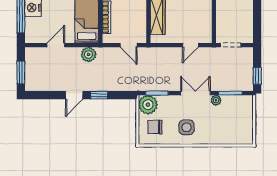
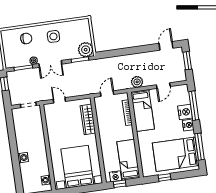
door: (129, 45) -> (107, 94), hinge flipped
door: (190, 45) -> (59, 100), hinge flipped
door: (74, 95) -> (166, 46), moved
window: (99, 95) -> (124, 52), removed
chair: (155, 127) -> (26, 39), moved

